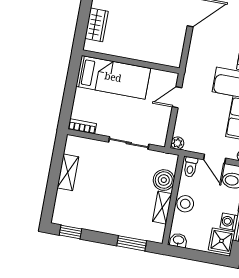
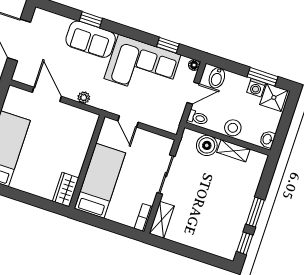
wardrobe: (96, 25) -> (66, 190), moved, turned -90
plant: (177, 143) -> (84, 98), moved
shelving: (68, 172) -> (162, 220), moved, turned 90
window: (132, 243) -> (255, 212), moved

